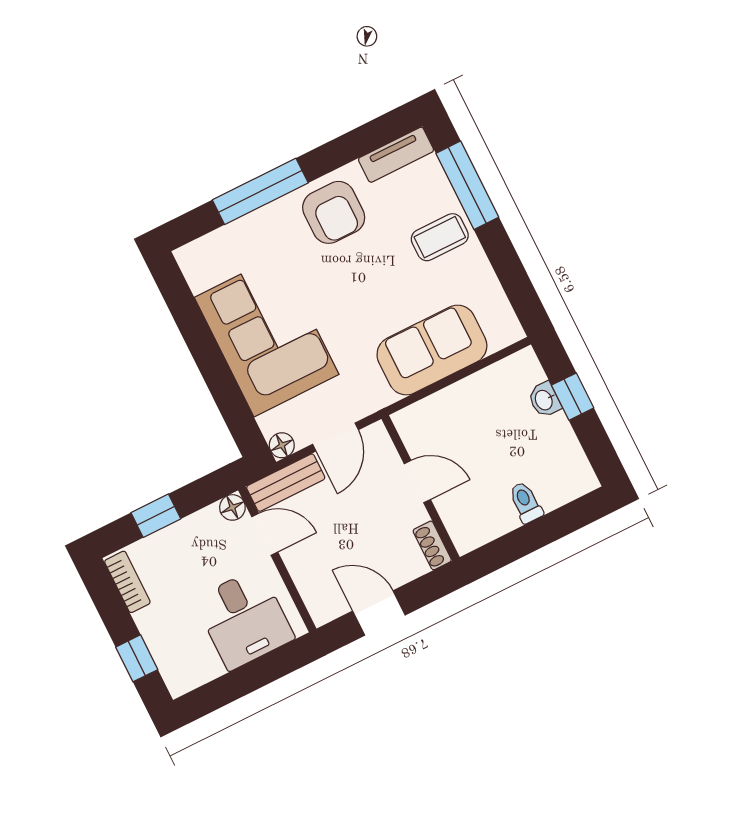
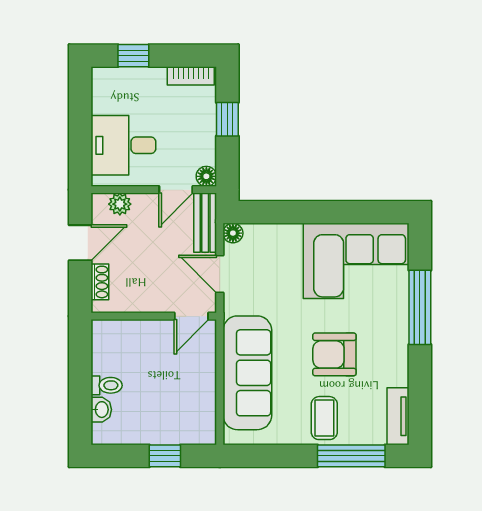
armchair: (334, 212) -> (334, 354), moved
corner sofa: (267, 336) -> (356, 261), moved
sofa: (432, 350) -> (247, 373), width x1.36
washbasin: (544, 400) -> (101, 410), moved, turned 90
door: (417, 482) -> (191, 316), moved
shoe rack: (432, 545) -> (100, 282), moved, turned 90
plant: (313, 590) -> (120, 204), added

